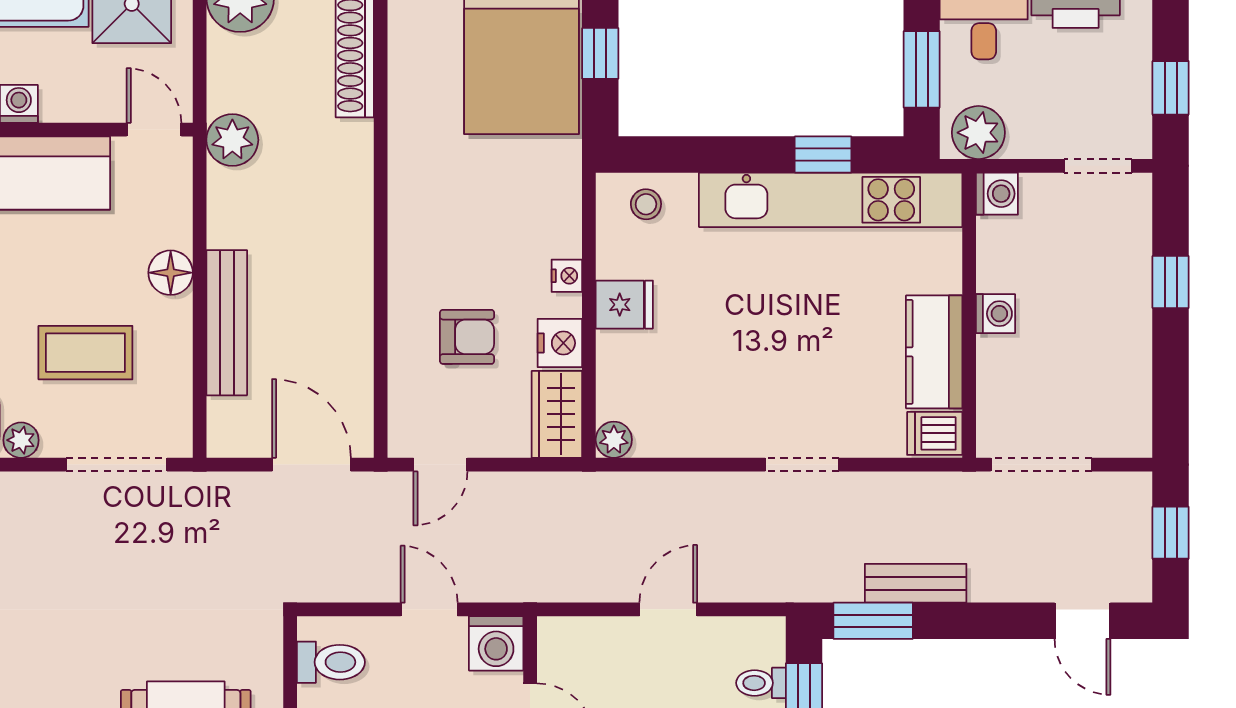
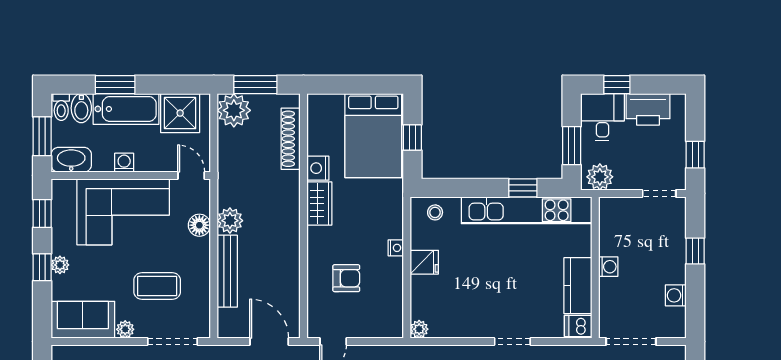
plant: (232, 140) -> (230, 221), moved
washing machine: (997, 194) -> (676, 295), moved, turned 180
floor lamp: (171, 273) -> (199, 225), moved
nightstand: (560, 343) -> (318, 168), moved, turned 180
wardrobe: (557, 414) -> (319, 204), moved, turned 180

